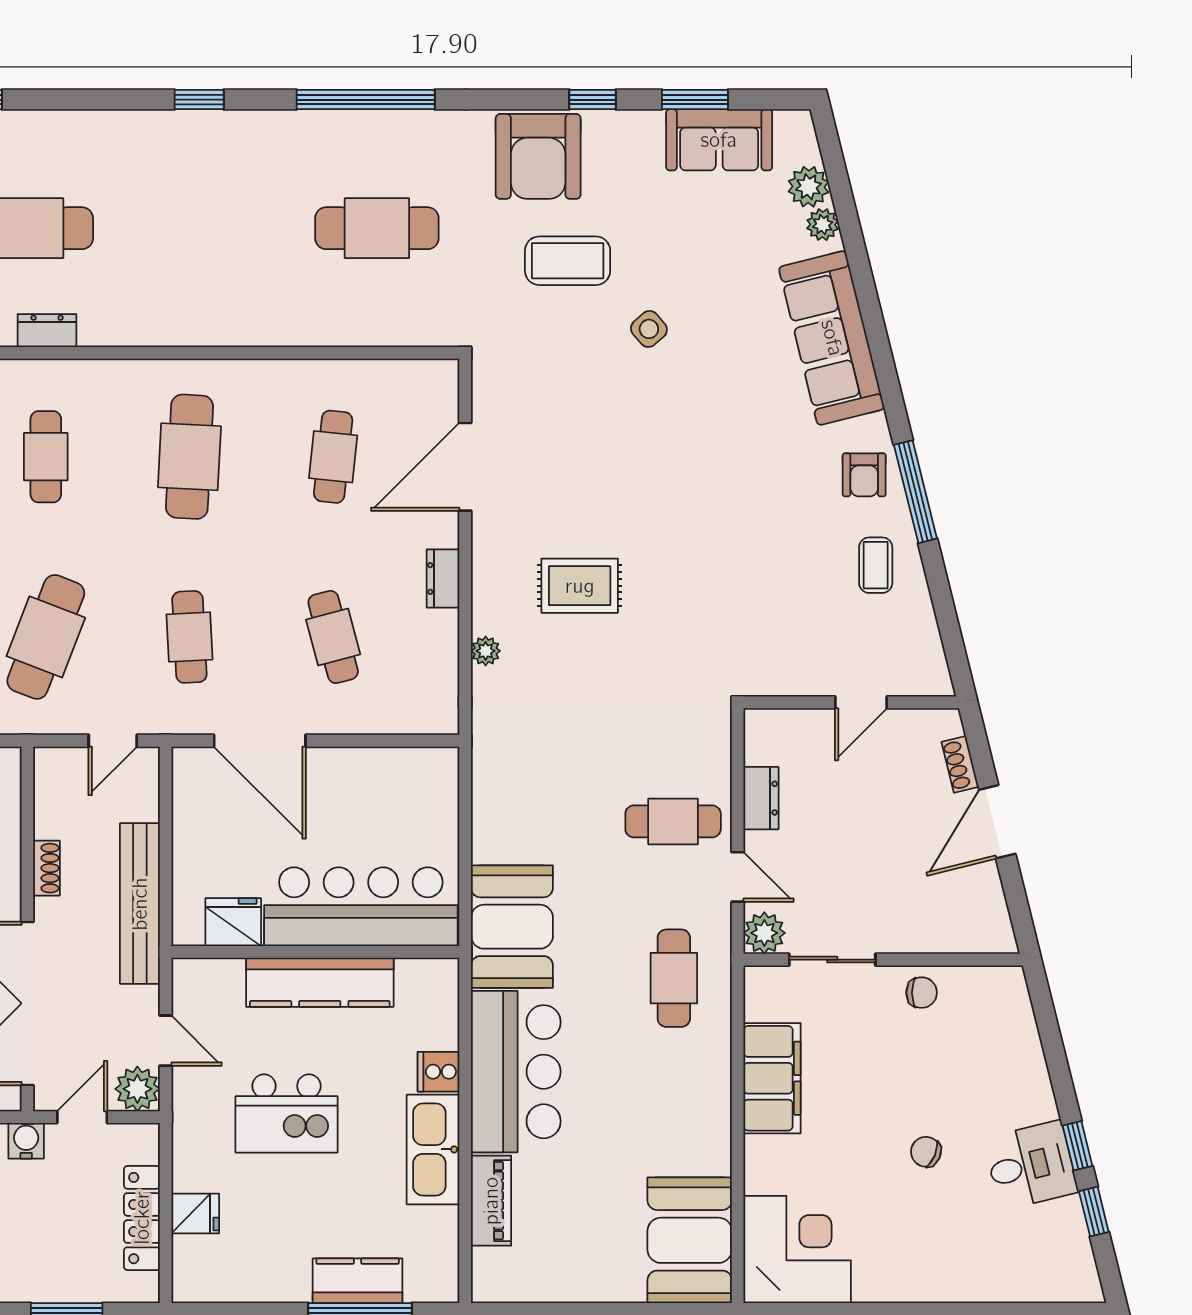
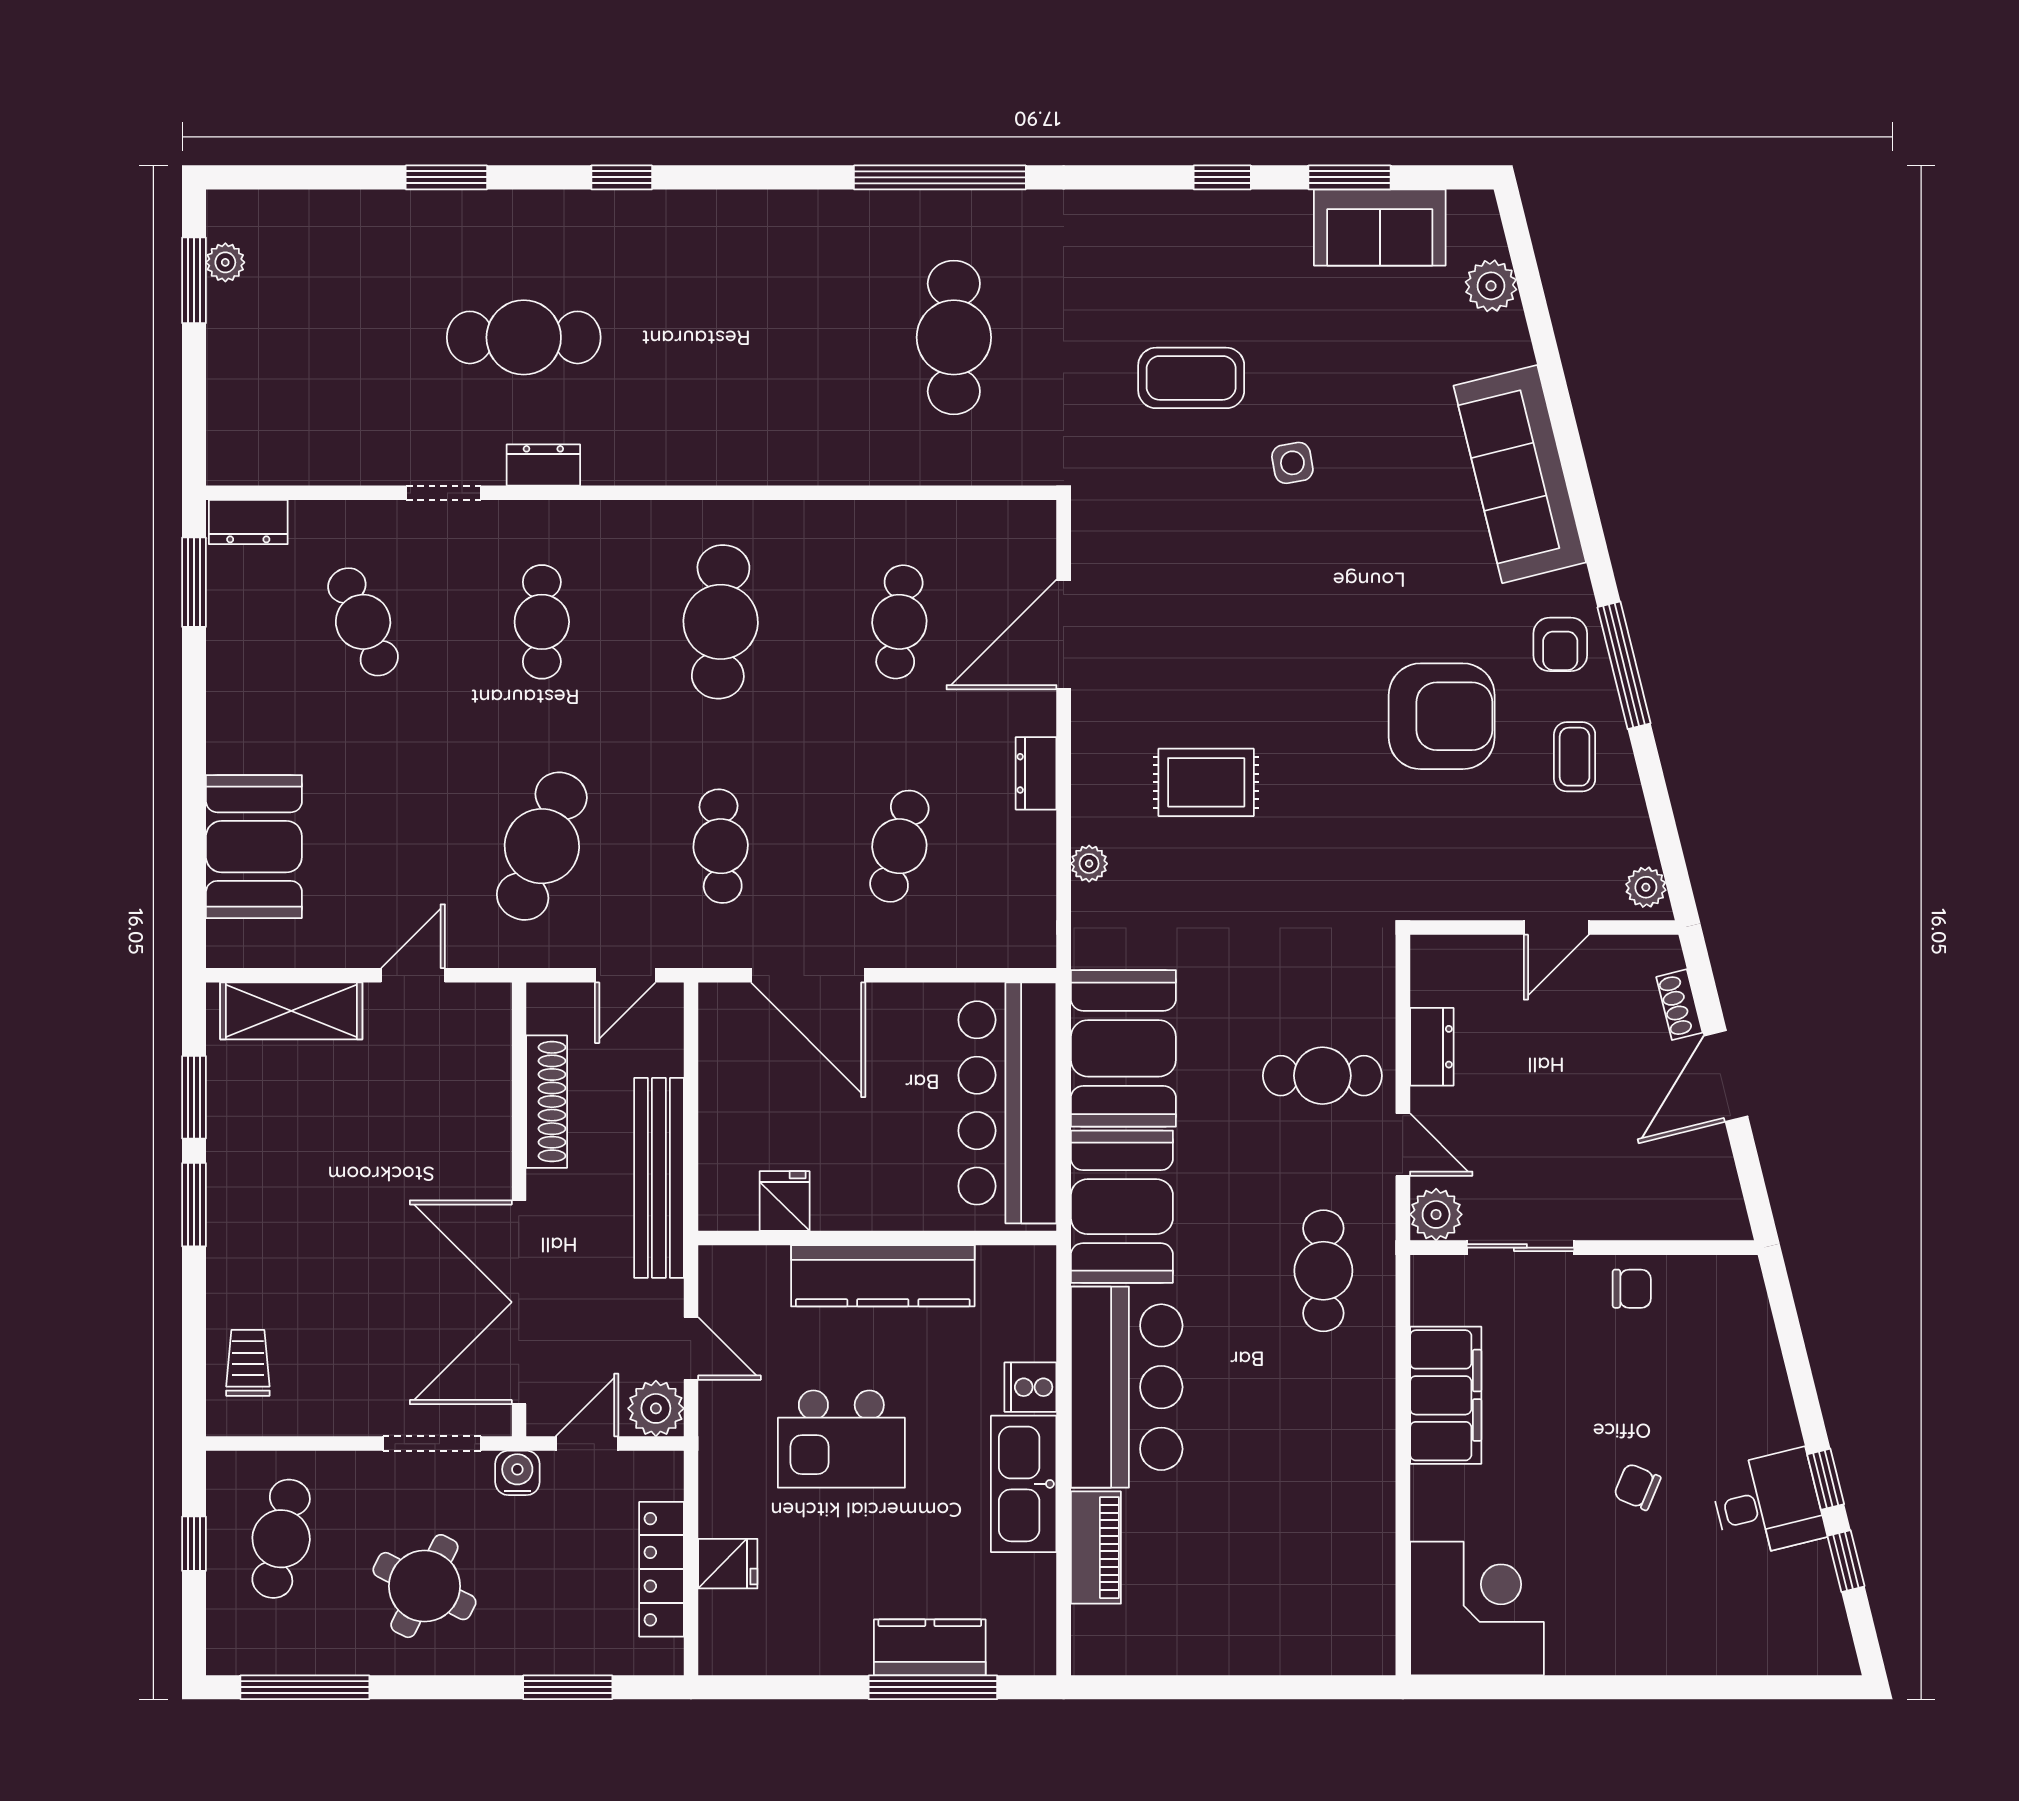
window: (199, 100) -> (622, 177), moved
armchair: (538, 156) -> (1442, 716), moved, turned -90
plant: (823, 225) -> (1646, 887), moved
cafe table: (377, 228) -> (954, 337), turned 90
side table: (649, 329) -> (1292, 463), turned 31
cafe table: (333, 637) -> (899, 846), turned 30
shoe rack: (46, 868) -> (547, 1102), width x1.94, depth x1.24
bar counter: (361, 907) -> (1007, 1103), moved, turned -90
fridge: (233, 922) -> (785, 1201), width x0.72
booth: (690, 1240) -> (1123, 1048), moved

